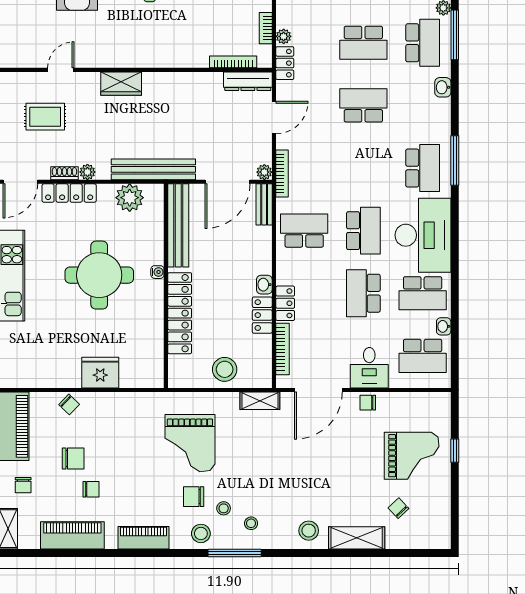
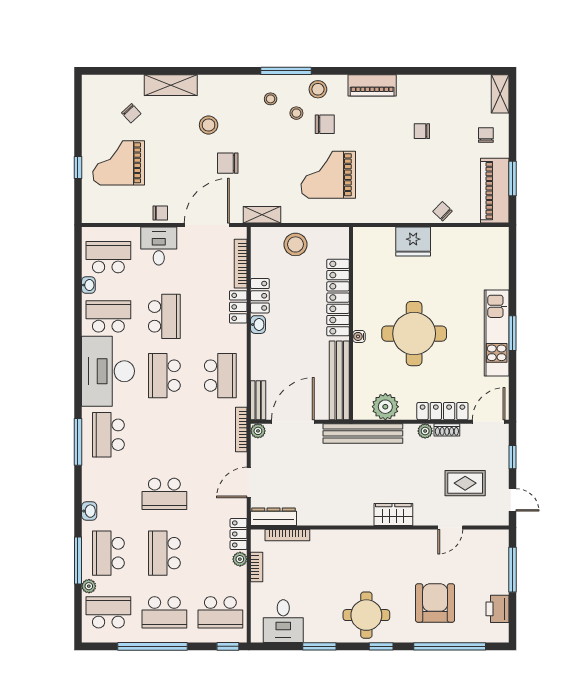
school desk: (363, 43) -> (164, 553), turned -90
school desk: (304, 231) -> (220, 376), turned -90
grand piano: (190, 443) -> (328, 175), turned -90
chair: (73, 459) -> (228, 163), moved
stool: (309, 531) -> (209, 125), moved
piano: (72, 535) -> (439, 88), removed

